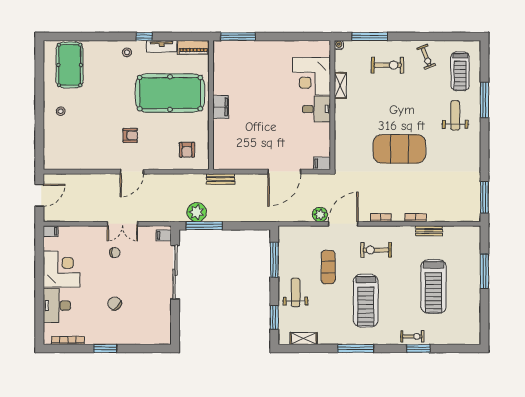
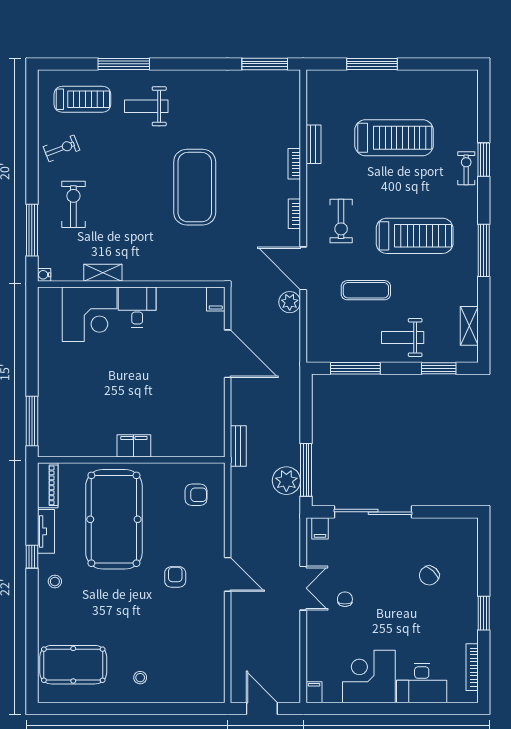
chair: (115, 304) -> (429, 575), moved

